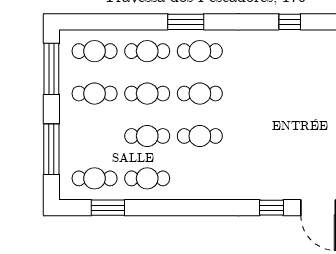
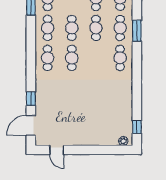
window: (186, 22) -> (137, 31), moved
window: (290, 22) -> (137, 127), moved
cafe table: (200, 94) -> (48, 58), moved

